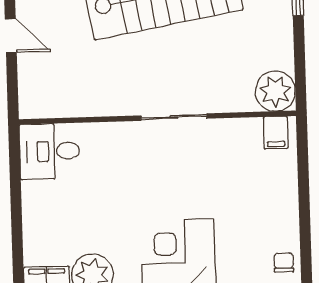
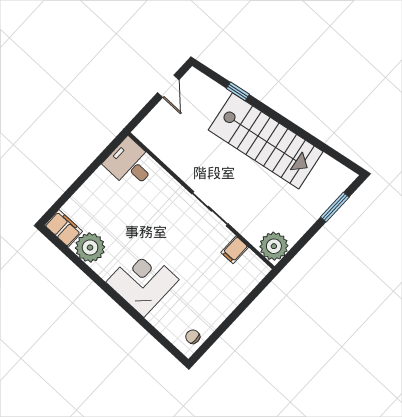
filing cabinet: (276, 133) -> (235, 250), moved
chair: (284, 262) -> (193, 337), turned -90

